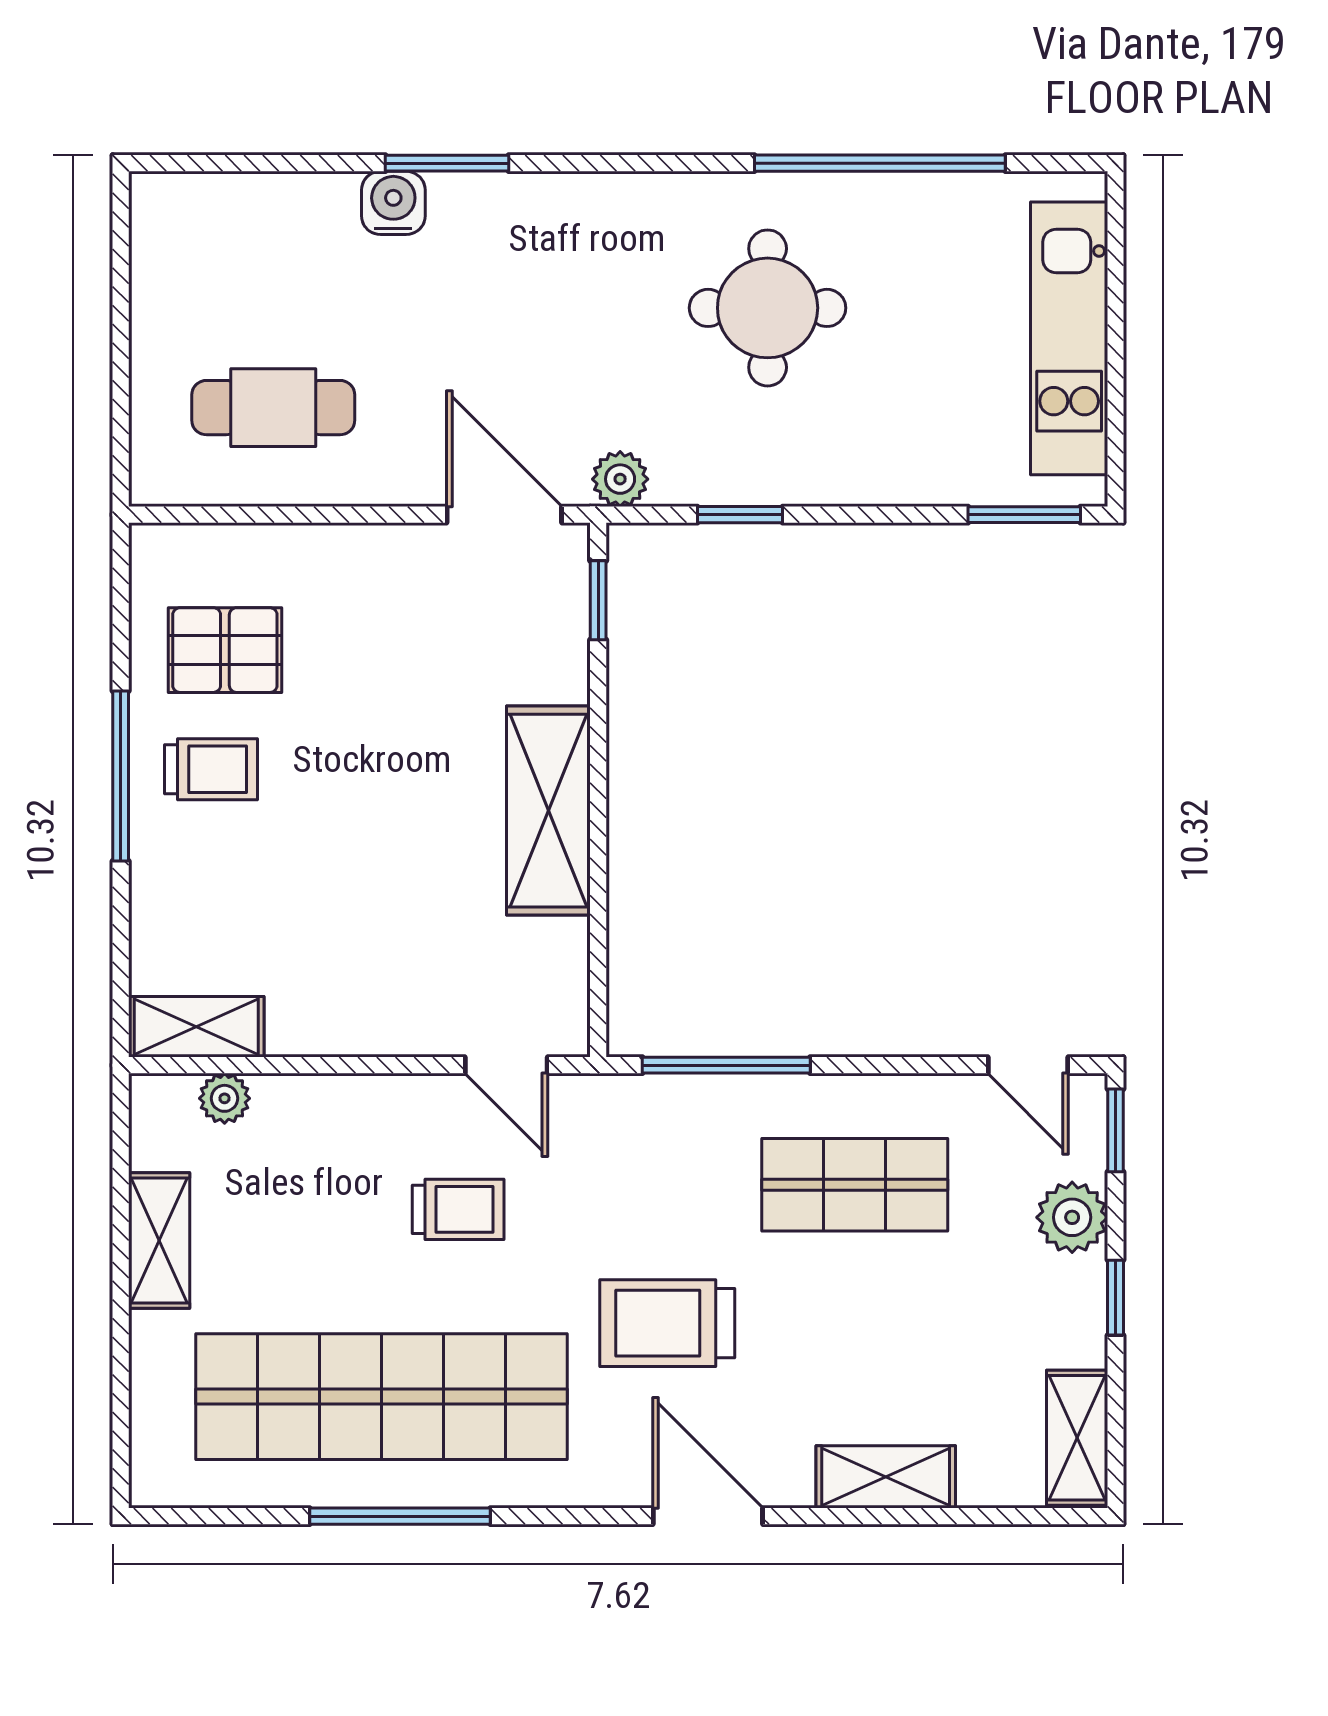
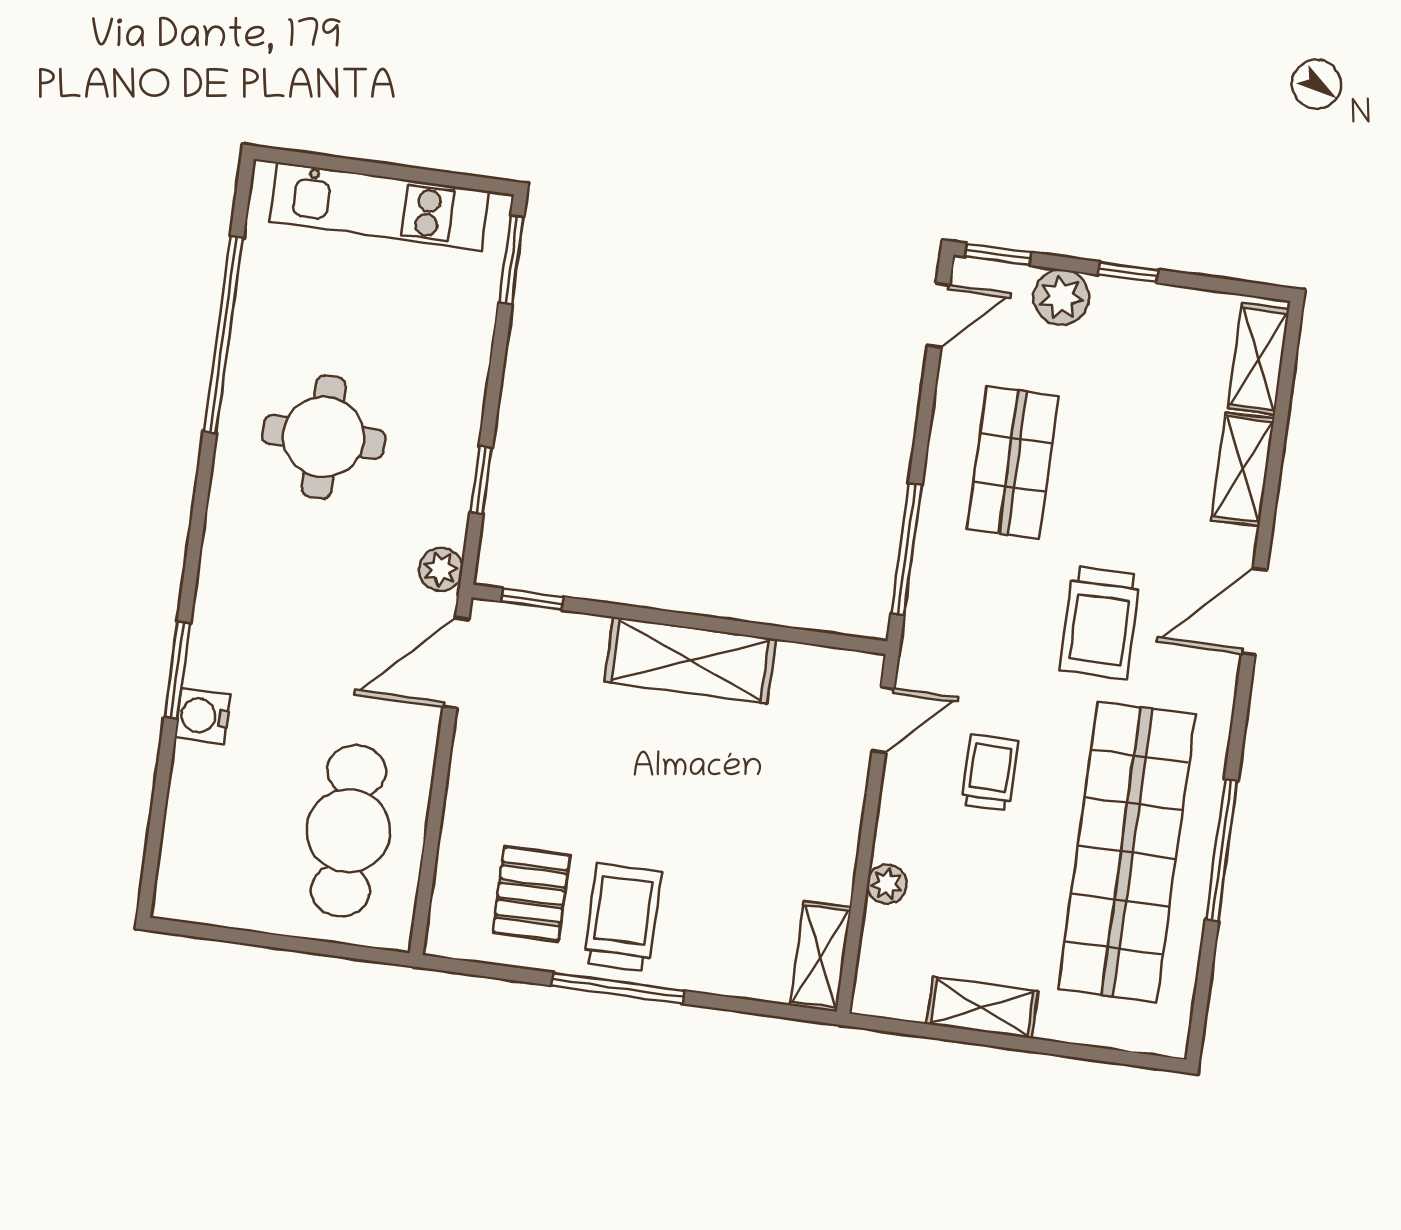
cafe table: (273, 408) -> (348, 831), width x1.37, depth x1.35
trolley: (211, 769) -> (622, 917), width x1.36, depth x1.39
plant: (225, 1098) -> (887, 884), moved
shelving: (1077, 1438) -> (1259, 359), moved, turned 90

